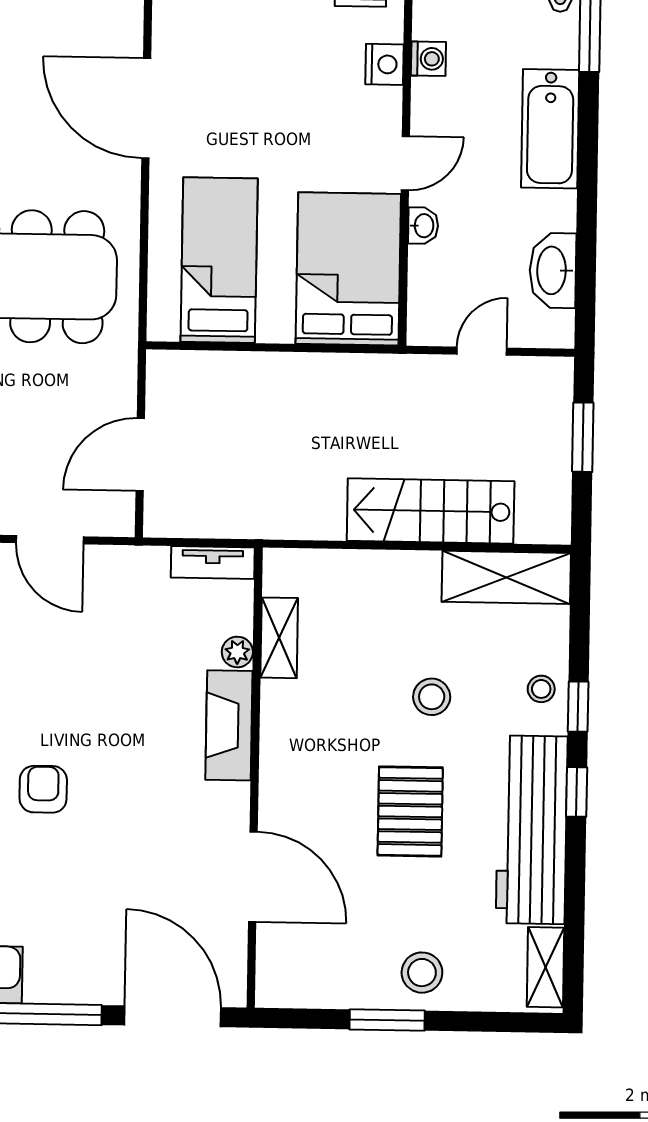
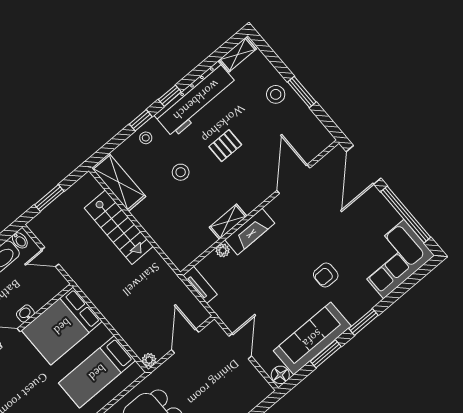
bidet: (555, 325) -> (20, 240), added
plant: (162, 365) -> (149, 360), added
door: (140, 455) -> (185, 341), swing flipped
shelving: (279, 638) -> (228, 222), moved
pallet: (410, 811) -> (225, 146), width x0.67, depth x0.71

